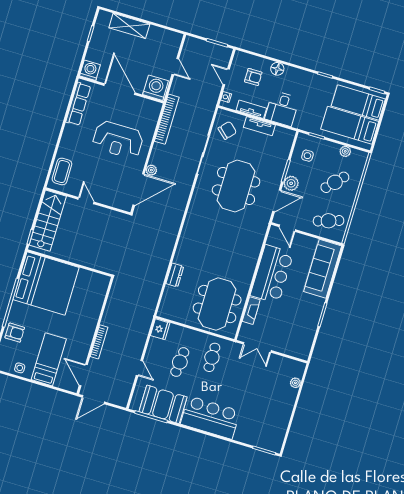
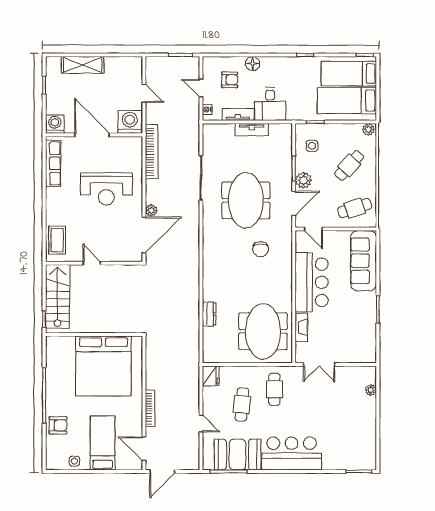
chair: (227, 130) -> (261, 249), moved, turned 138
plant: (345, 151) -> (368, 129), moved
bed: (46, 284) -> (103, 366), moved, turned 90

